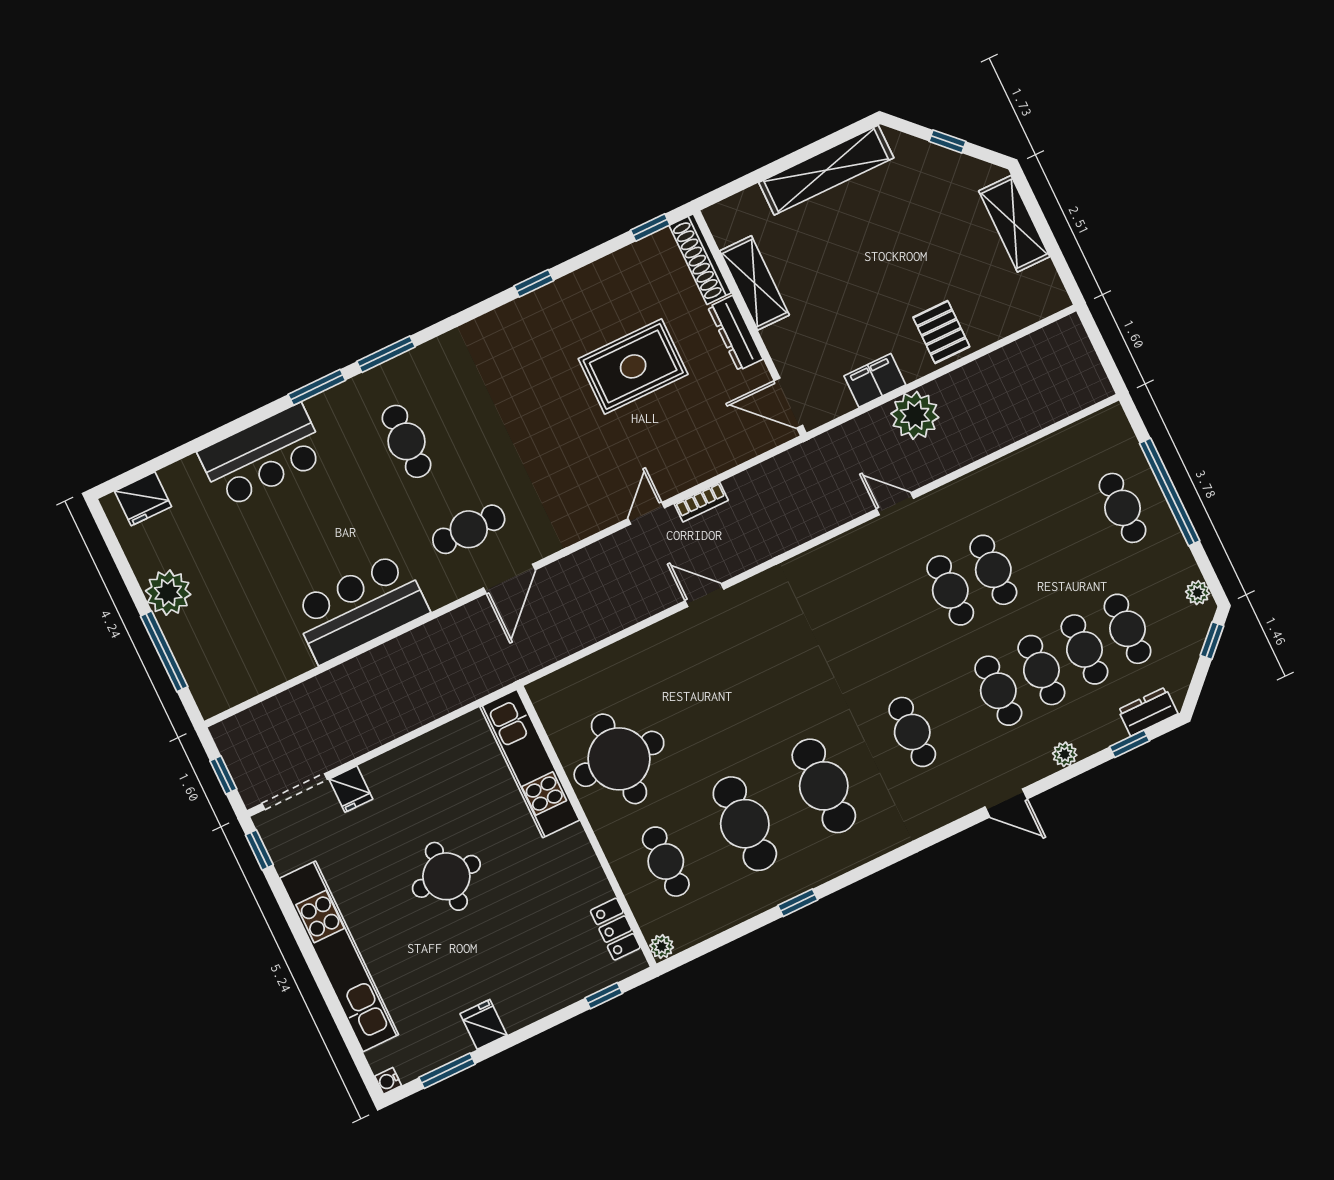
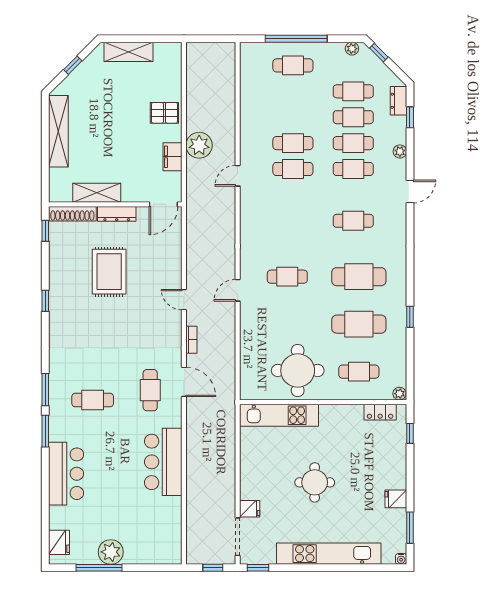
bookcase: (701, 502) -> (191, 340), moved
window: (164, 651) -> (99, 568), moved
cafe table: (767, 667) -> (287, 277), added

